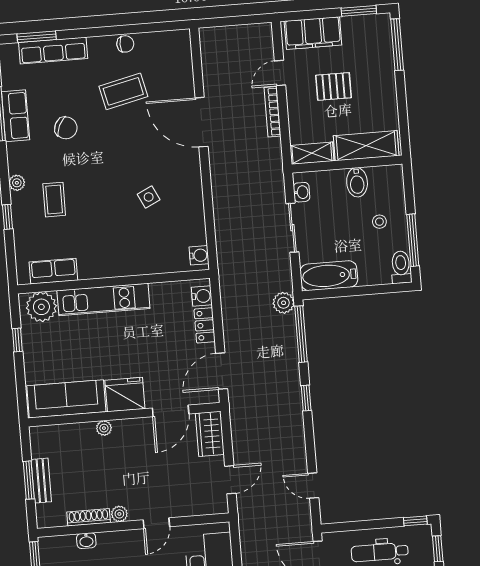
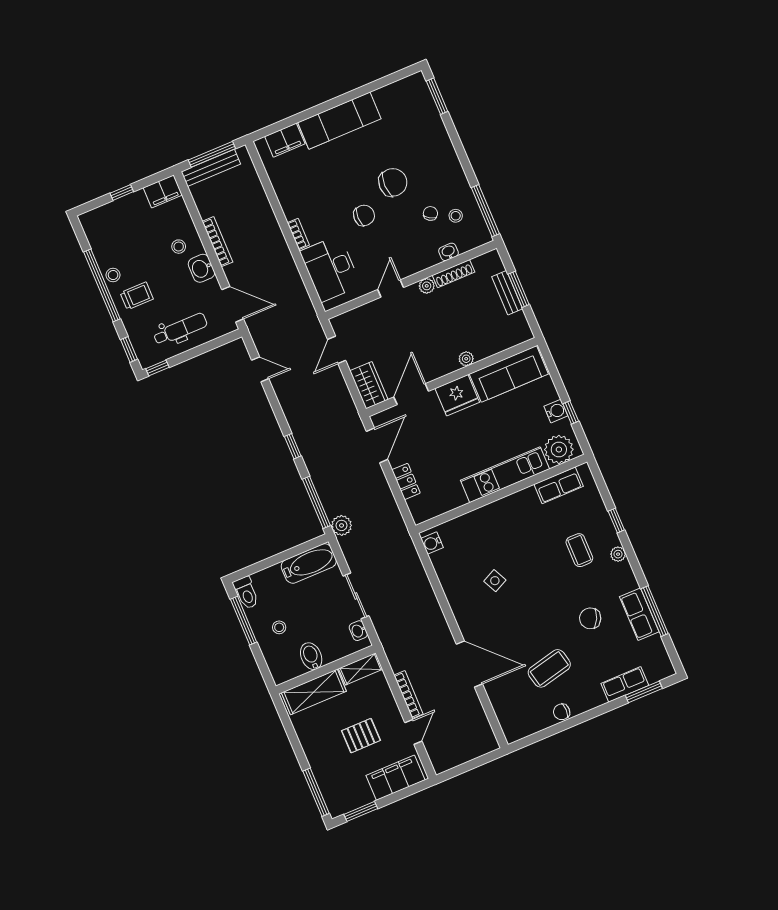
row of seats: (53, 50) -> (625, 684), width x0.68
water cooler: (202, 296) -> (556, 411), moved, turned 180

